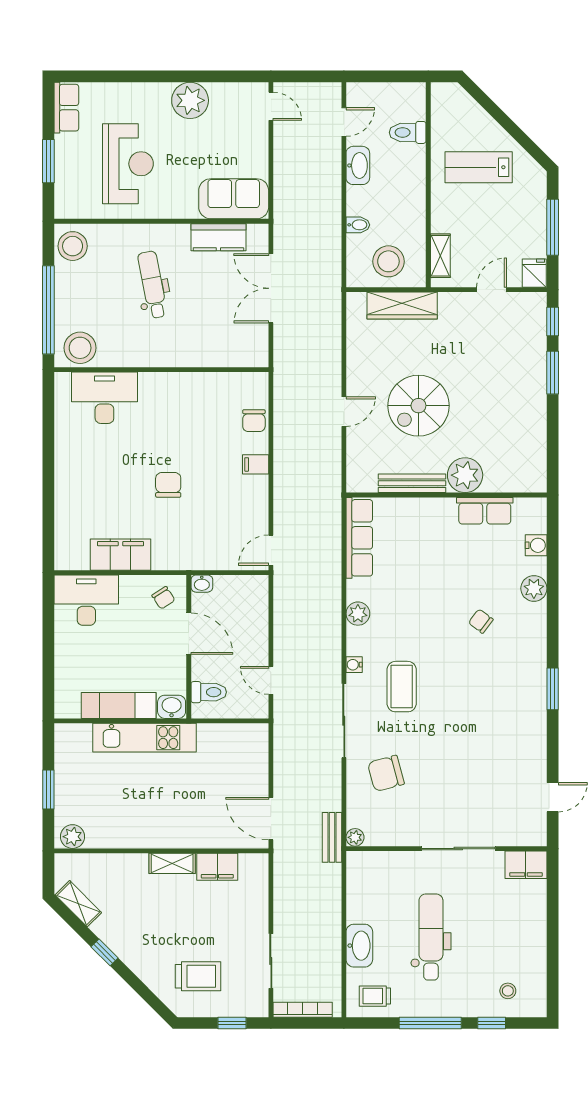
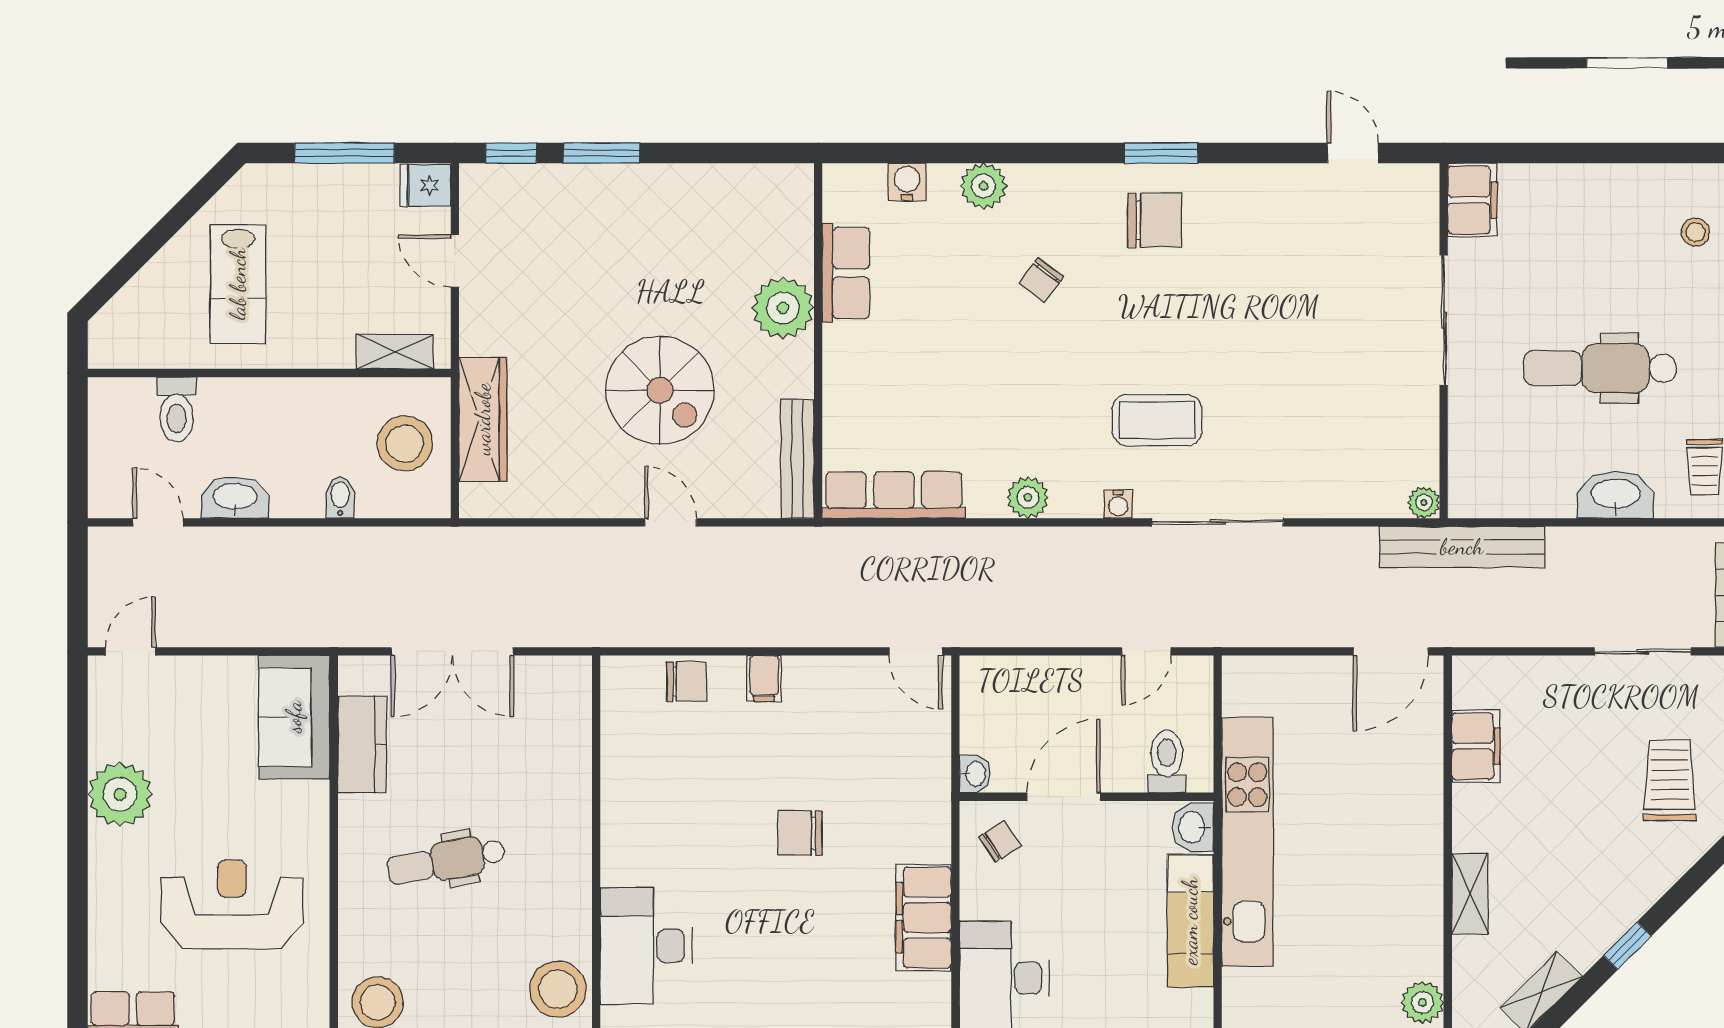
bench: (412, 483) -> (797, 459), moved
kitchen unit: (144, 738) -> (1247, 842), width x1.36
chair: (386, 773) -> (1155, 220), moved, turned -75
bench: (332, 837) -> (1462, 547), width x1.86, depth x1.21
shelving: (172, 863) -> (1470, 894), moved

